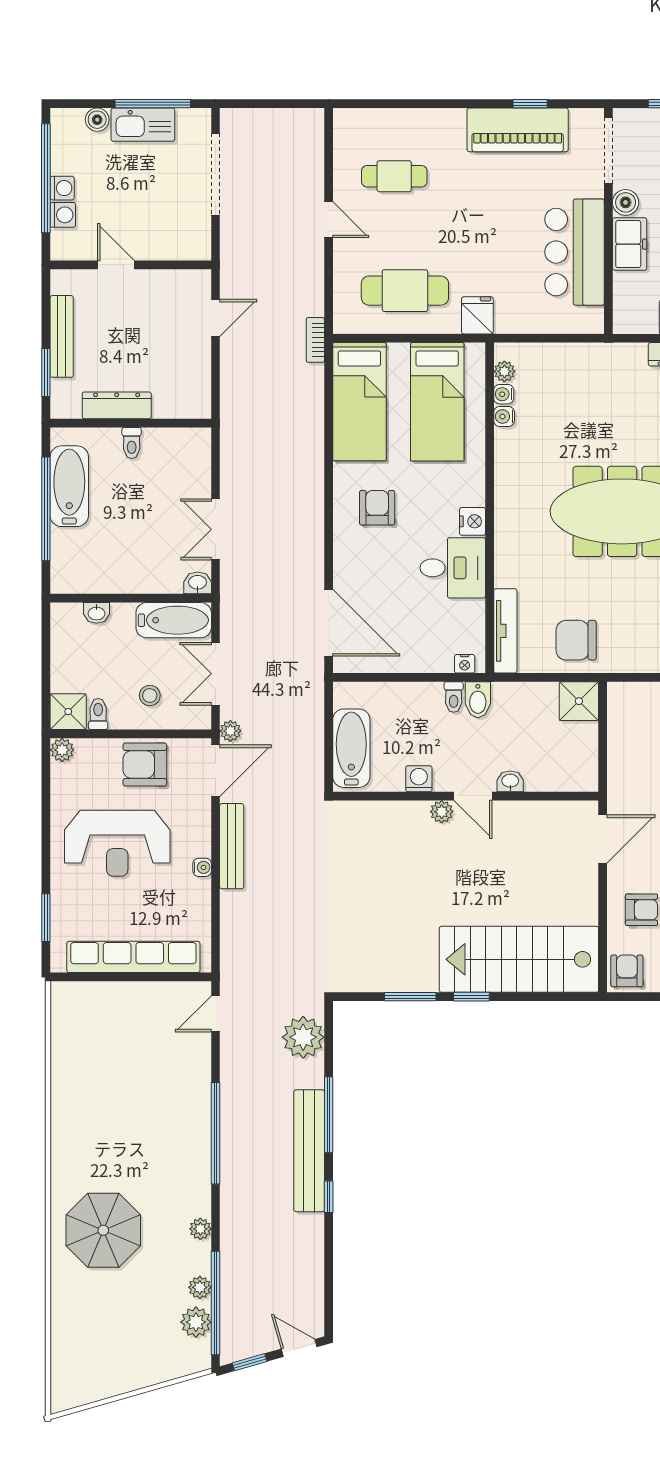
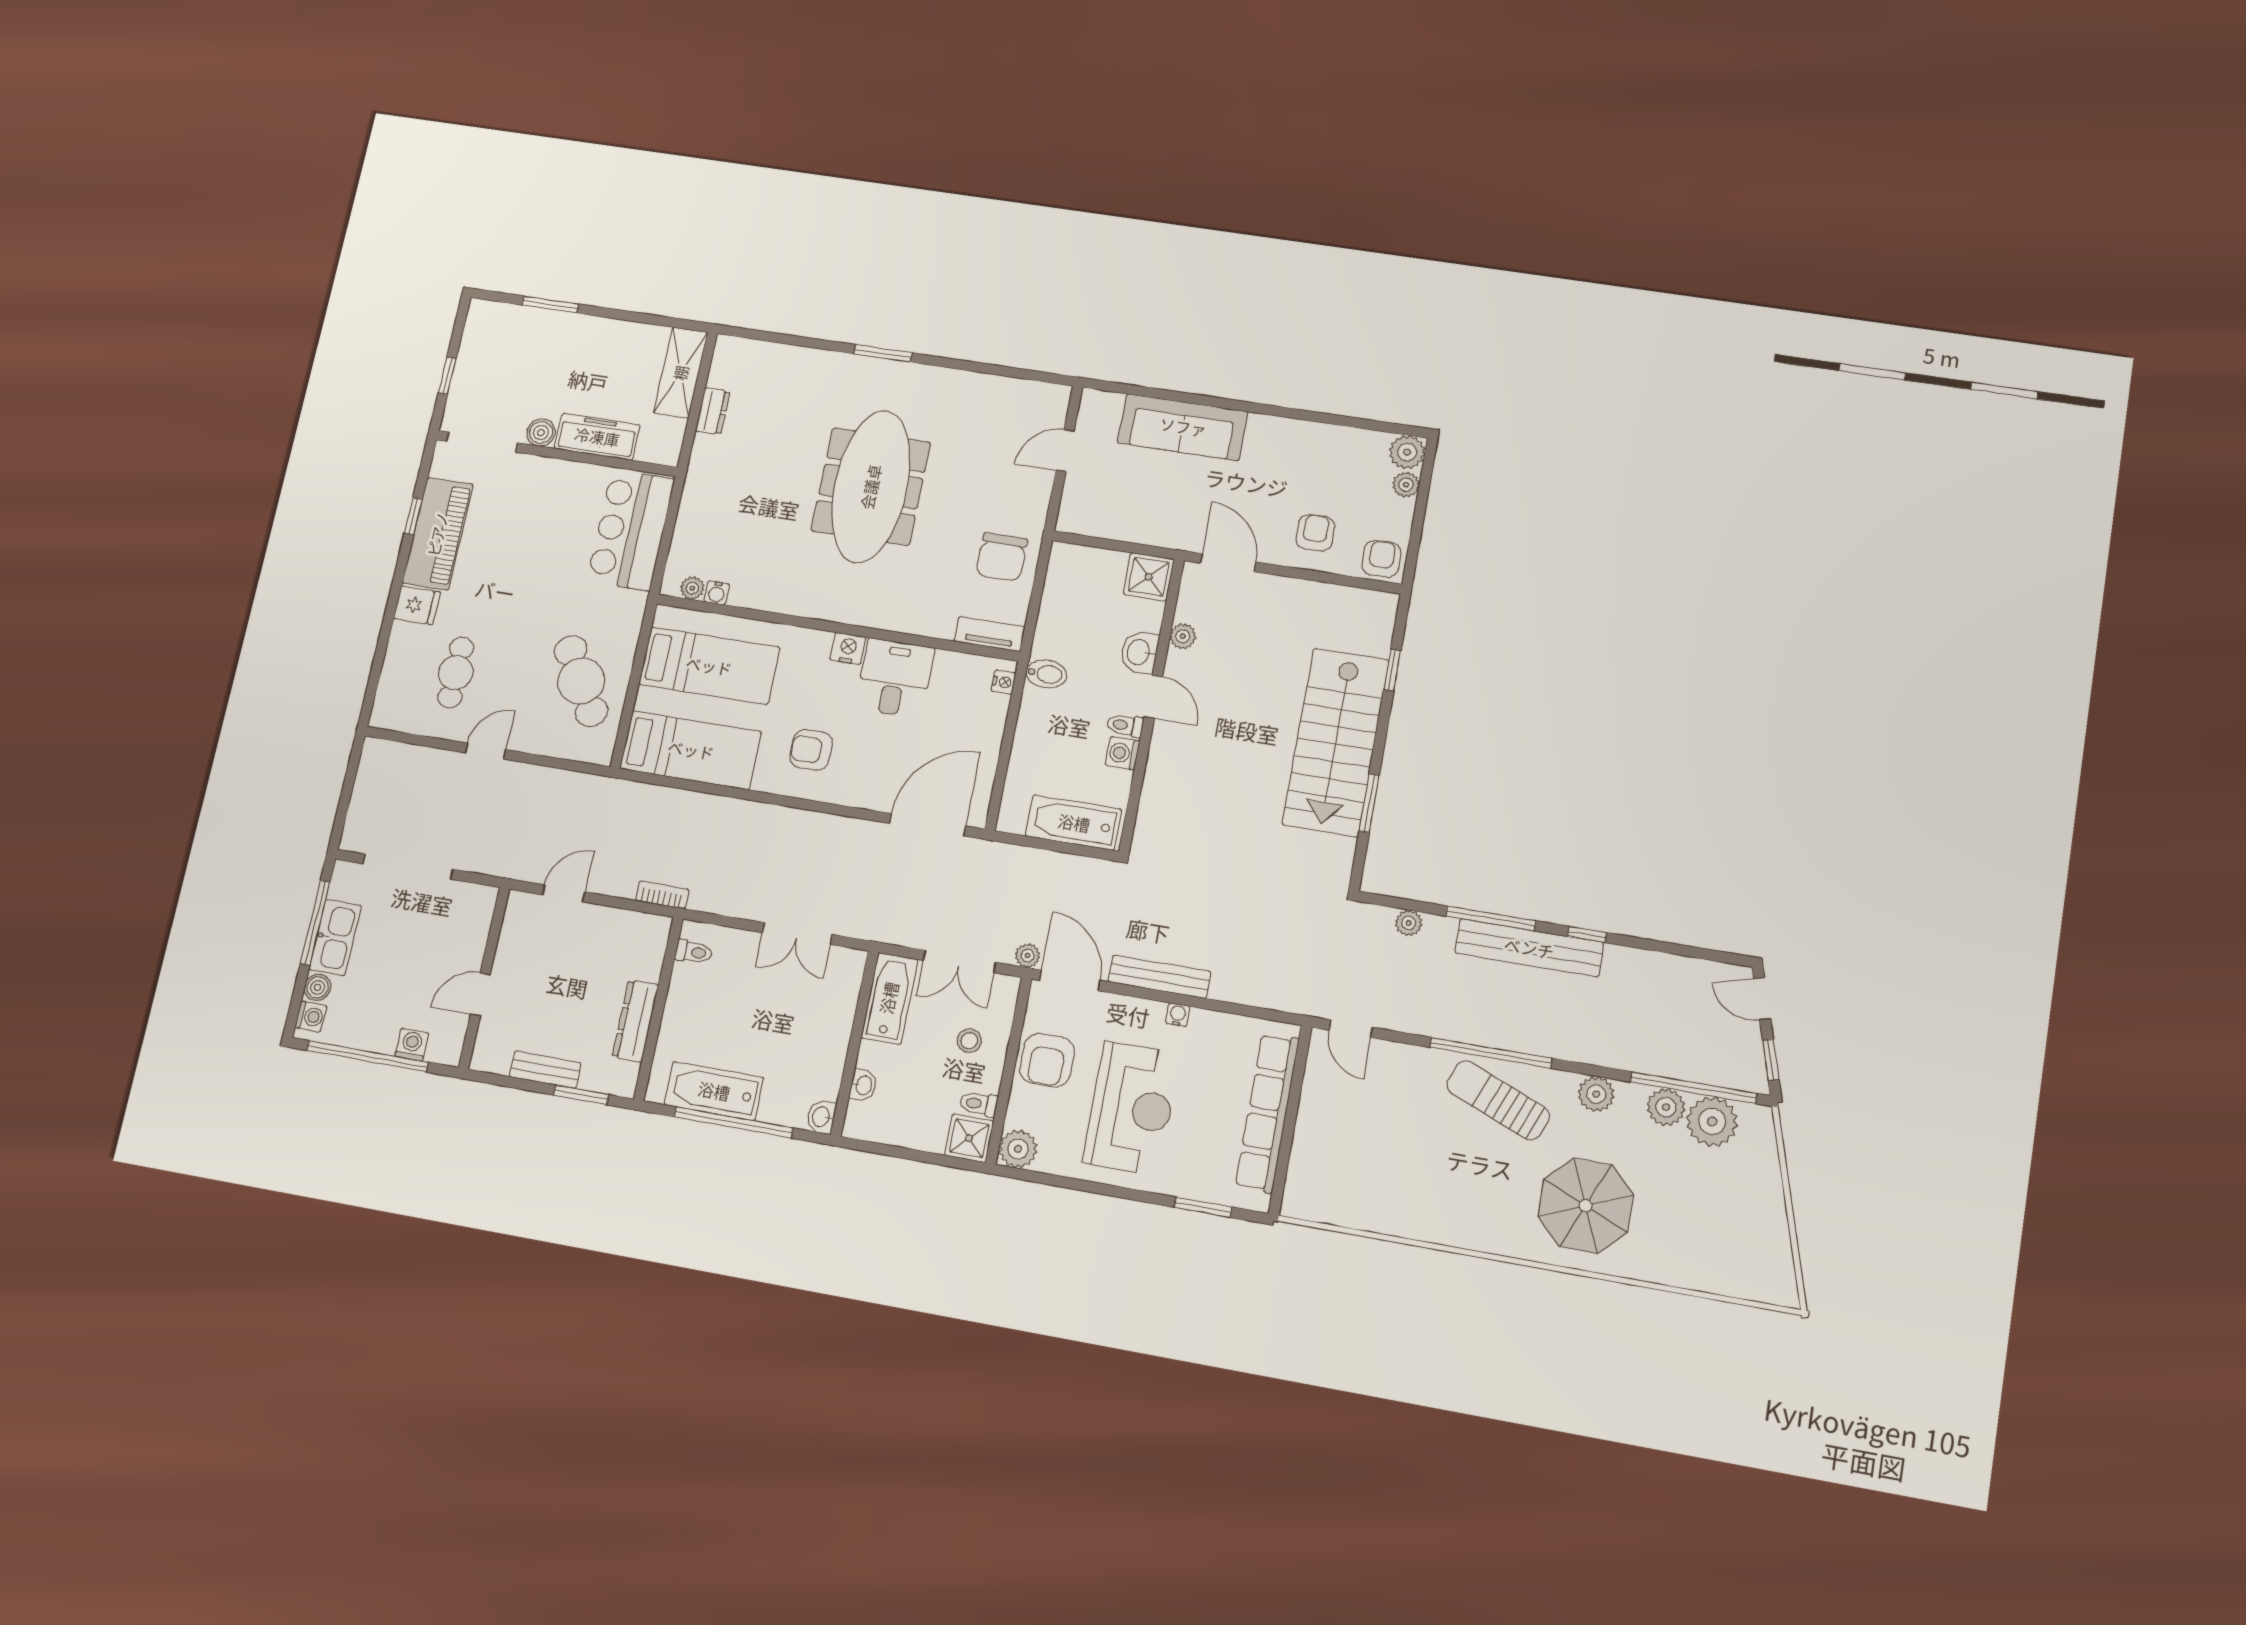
washing machine: (62, 188) -> (311, 1016), moved, turned 90
freezer: (630, 244) -> (597, 437), width x1.40
bar counter: (574, 252) -> (631, 530), moved, turned 90
cafe table: (405, 291) -> (581, 681), turned -31
fridge: (477, 315) -> (417, 605), moved, turned 180
door: (216, 318) -> (564, 893), hinge flipped
bench: (62, 336) -> (545, 1070), width x0.73
bookcase: (315, 340) -> (662, 895), moved, turned 180
water cooler: (504, 417) -> (741, 596), removed
toilet: (132, 443) -> (694, 952), moved
washbasin: (198, 583) -> (822, 1117), moved
tv unit: (505, 631) -> (989, 634), width x0.71
toilet: (454, 697) -> (1125, 725), moved, turned 180
shower: (579, 701) -> (1149, 577), moved
plant: (62, 750) -> (1018, 1149), width x1.38, depth x1.38
washbasin: (510, 781) -> (1139, 652), width x1.38, depth x1.45
door: (473, 796) -> (1153, 697), hinge flipped
plant: (442, 812) -> (1183, 636), moved
stairs: (519, 959) -> (1336, 742), moved
armchair: (627, 971) -> (1382, 559), turned 90
window: (471, 997) -> (1392, 670), moved
plant: (303, 1037) -> (1409, 923), width x0.53, depth x0.53
sun lounger: (177, 1145) -> (1498, 1100), added
plant: (200, 1229) -> (1596, 1094), width x1.38, depth x1.38
plant: (200, 1287) -> (1666, 1107), width x1.38, depth x1.38
plant: (196, 1322) -> (1712, 1121), width x1.36, depth x1.36
door: (299, 1348) -> (1762, 999), hinge flipped

